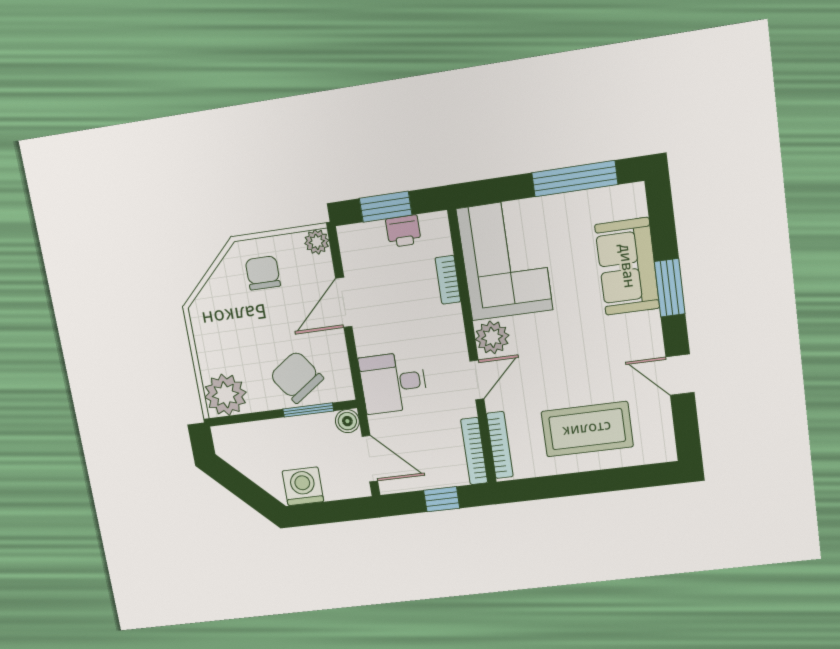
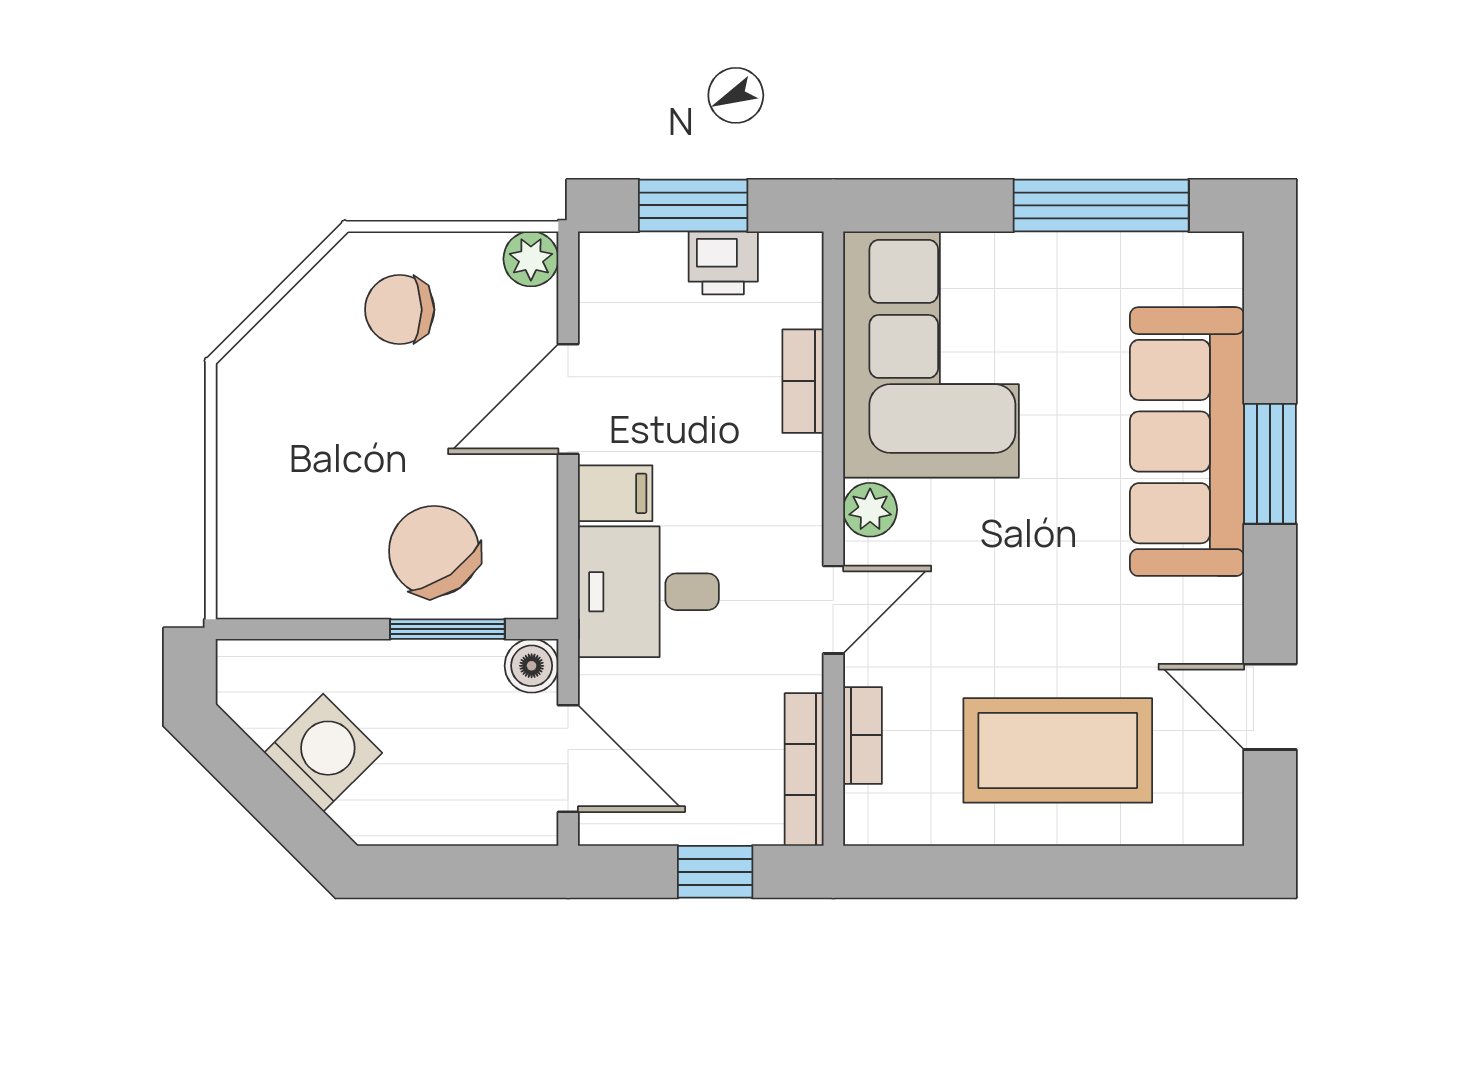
sofa: (627, 266) -> (1187, 442), width x1.36
chair: (263, 273) -> (400, 310), turned -90
plant: (492, 337) -> (870, 510), width x0.73, depth x0.73
filing cabinet: (372, 341) -> (615, 493), added
door: (680, 375) -> (1270, 707), moved
plant: (225, 395) -> (265, 570), removed
bookcase: (500, 445) -> (863, 735), width x0.64
washing machine: (303, 486) -> (323, 753), moved, turned 45

